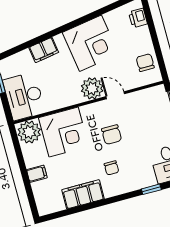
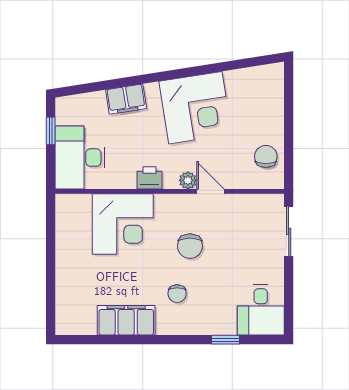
printer: (138, 18) -> (150, 178), moved, turned 90
plant: (92, 88) -> (188, 180), width x0.53, depth x0.53
plant: (29, 132) -> (74, 211), removed
filing cabinet: (37, 174) -> (68, 273), removed

